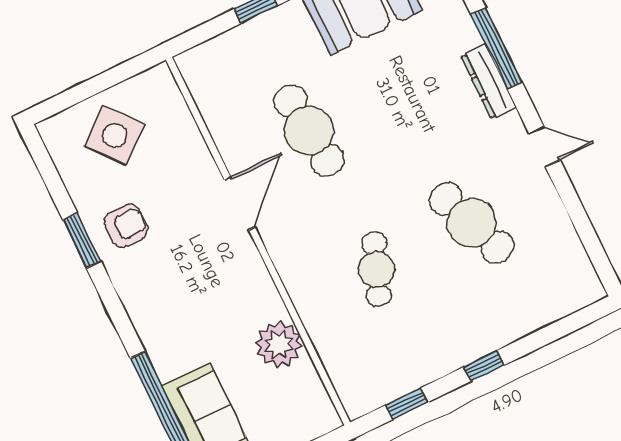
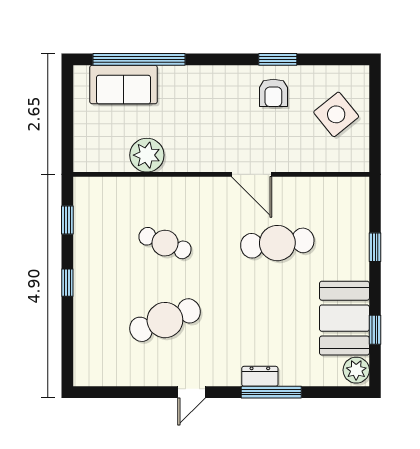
dresser: (489, 82) -> (260, 376), width x0.70

